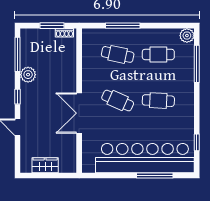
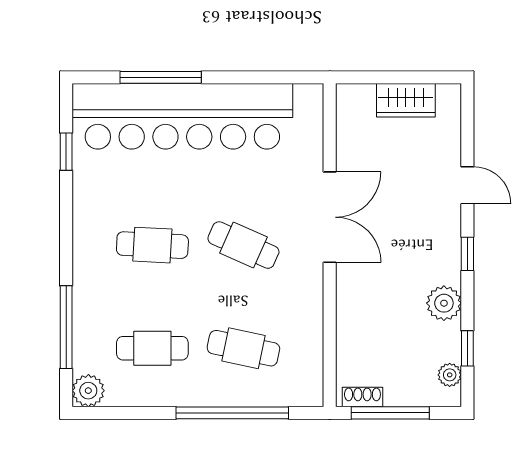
window: (52, 26) -> (390, 413), width x1.44
window: (123, 26) -> (232, 413), width x1.46
plant: (25, 43) -> (450, 375), added
window: (18, 54) -> (467, 348), width x0.46

